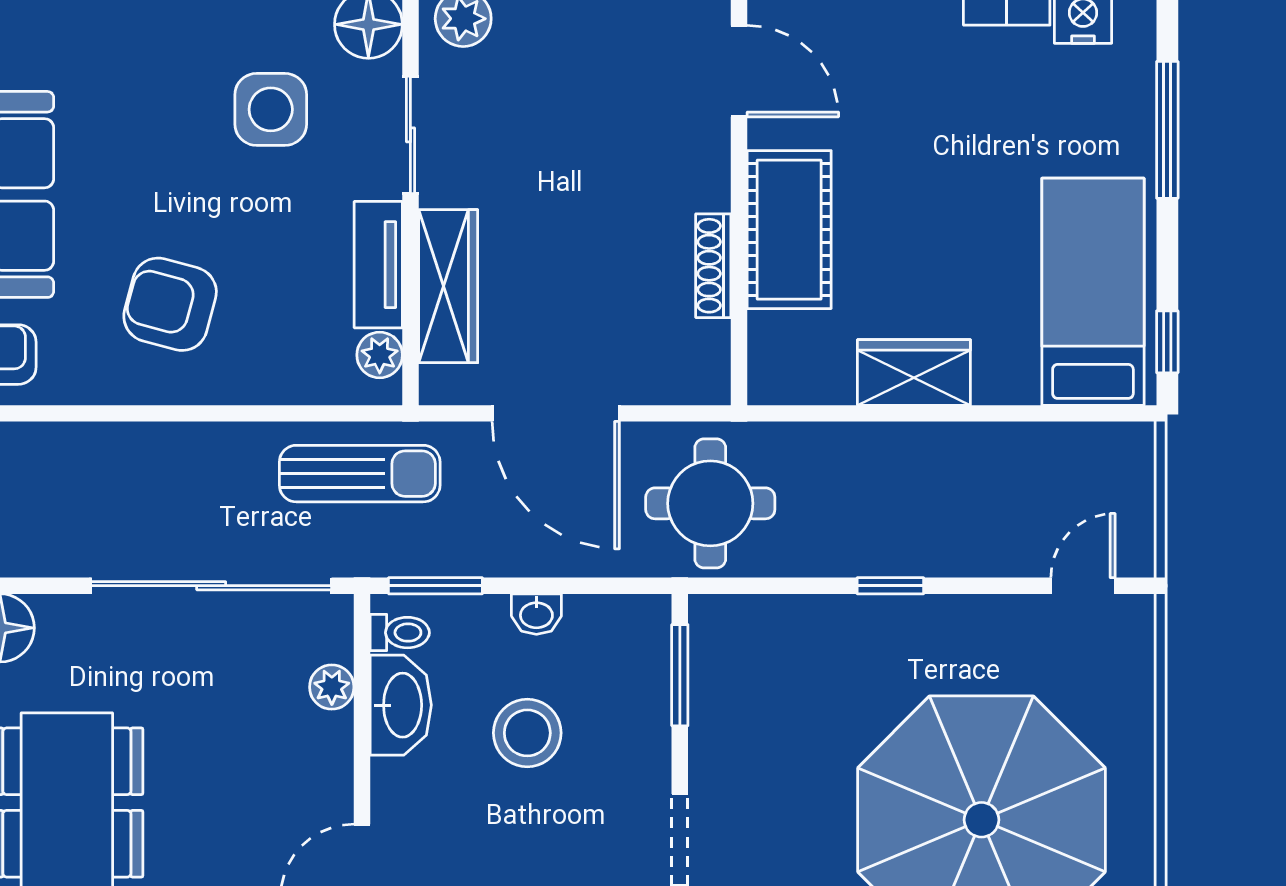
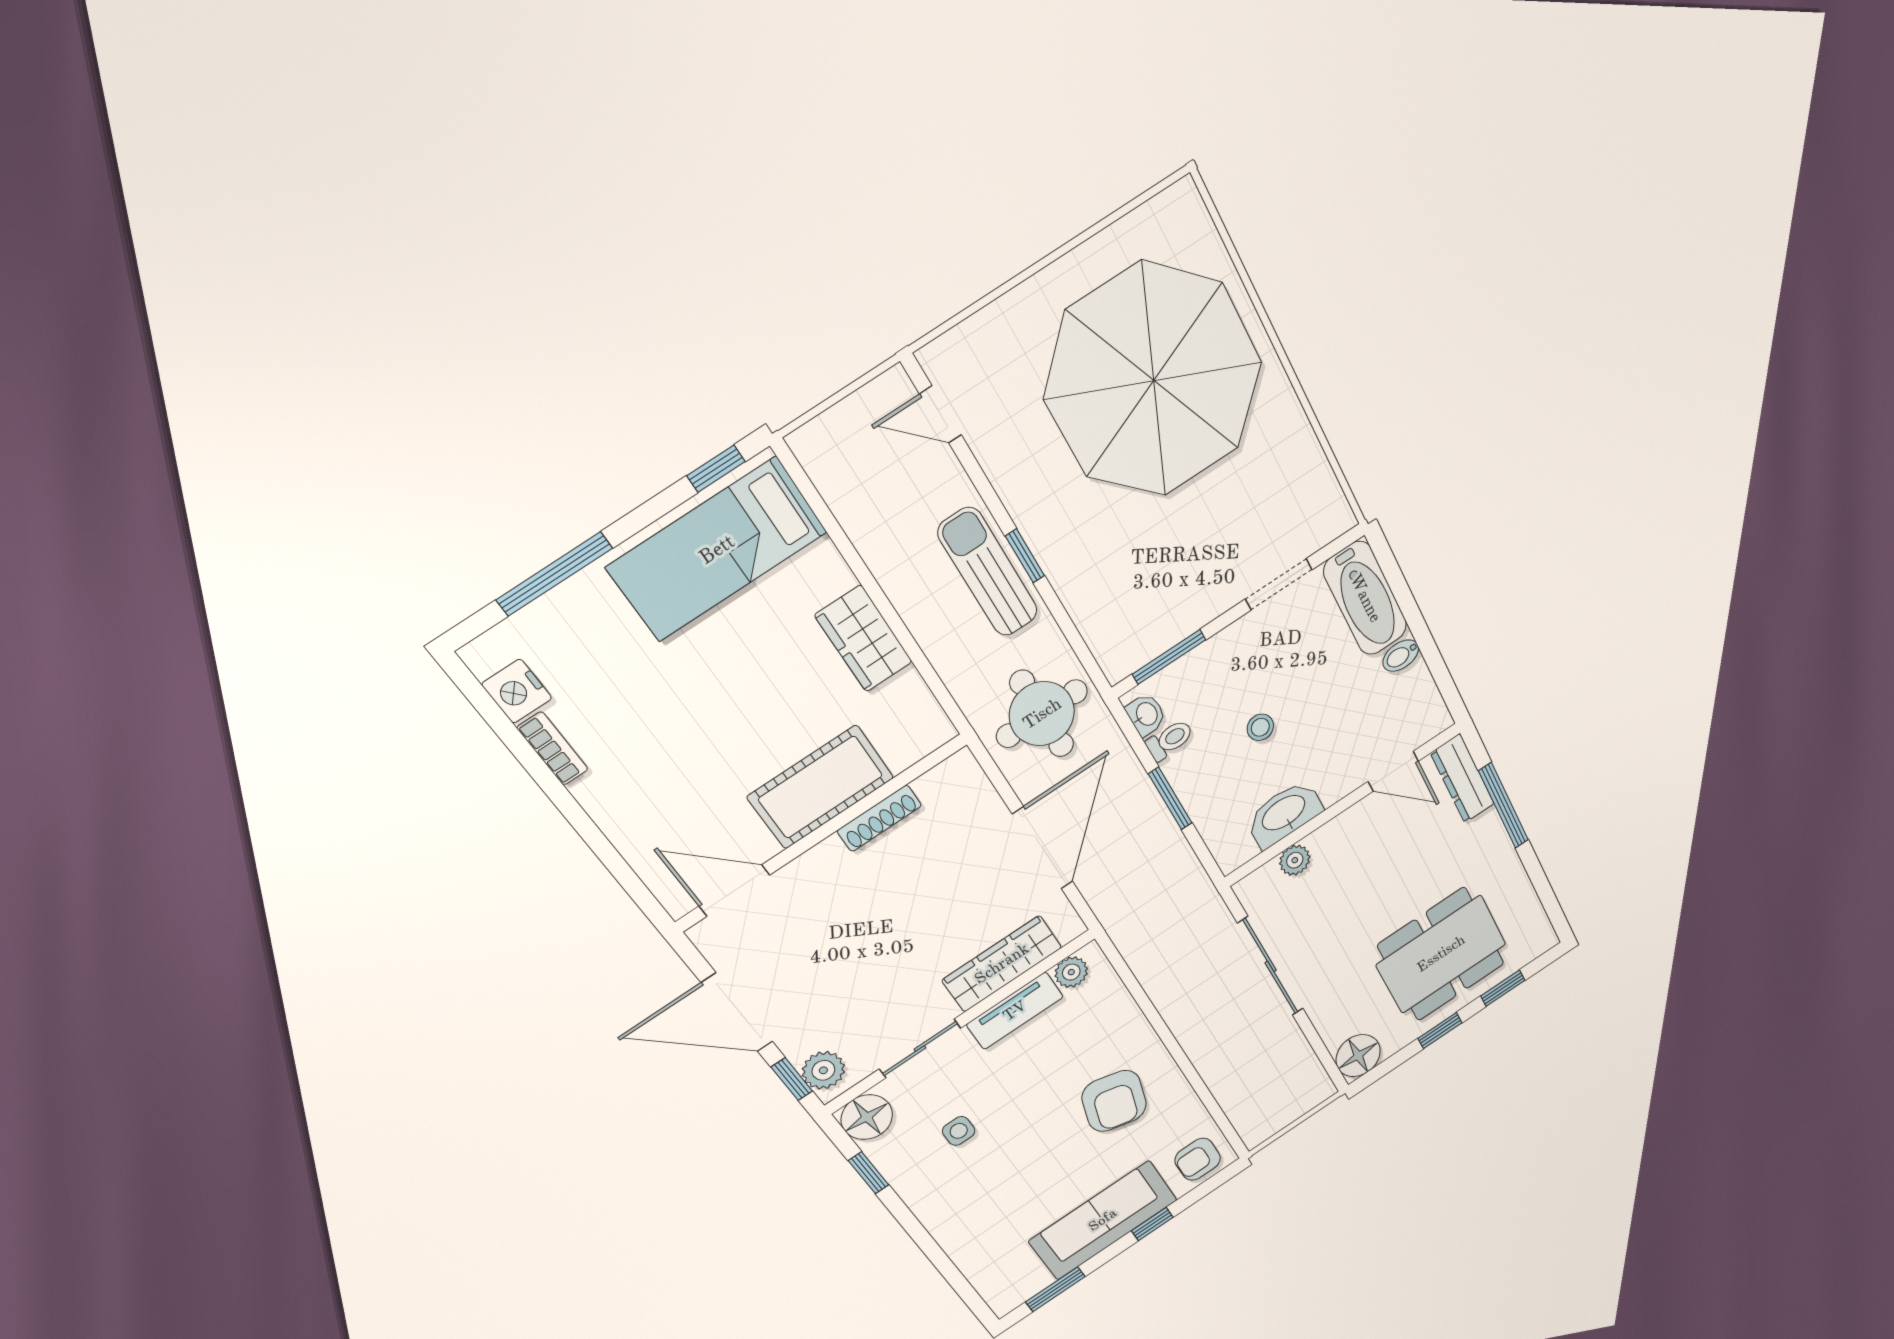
door: (739, 71) -> (734, 891), hinge flipped
side table: (271, 109) -> (959, 1131), width x0.54, depth x0.54
sun lounger: (360, 474) -> (988, 572), moved
sliding door: (211, 586) -> (1271, 966), width x0.73
window: (435, 586) -> (1170, 798), moved
washbasin: (536, 614) -> (1146, 715), moved
toilet: (400, 633) -> (1170, 740), moved, turned 90
stool: (527, 733) -> (1260, 727), width x0.53, depth x0.53

